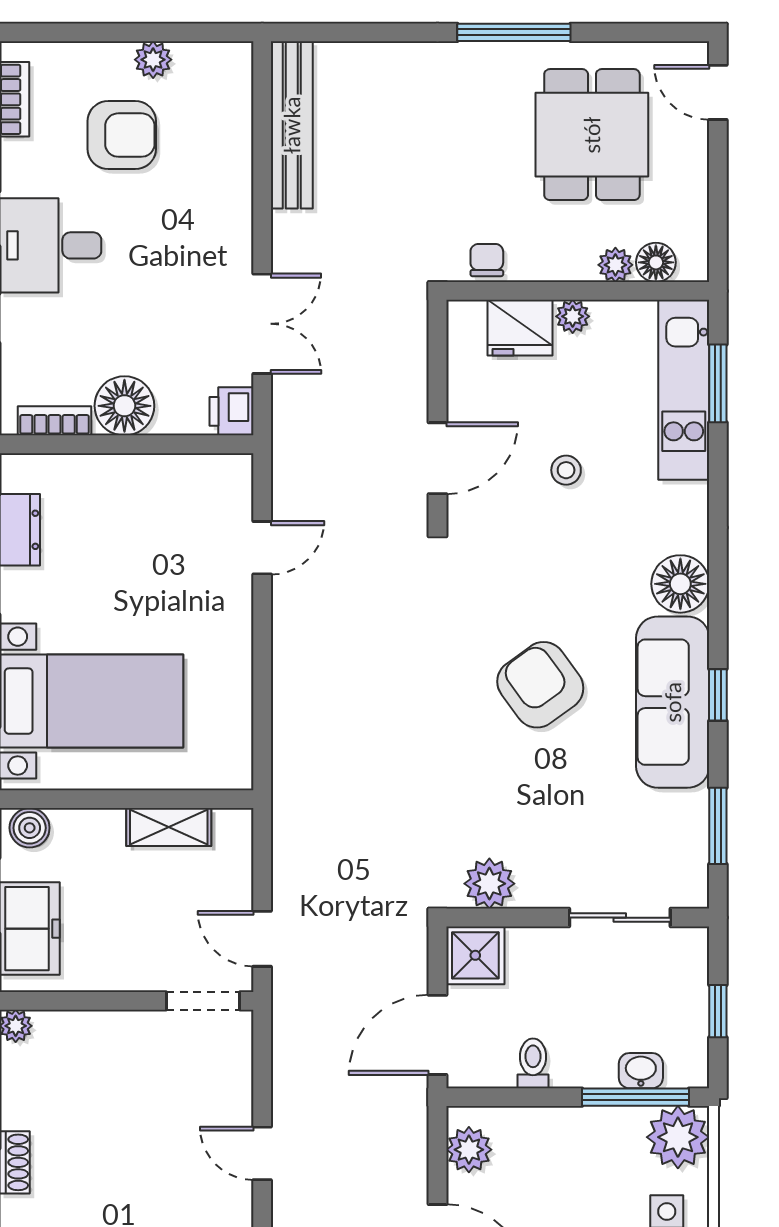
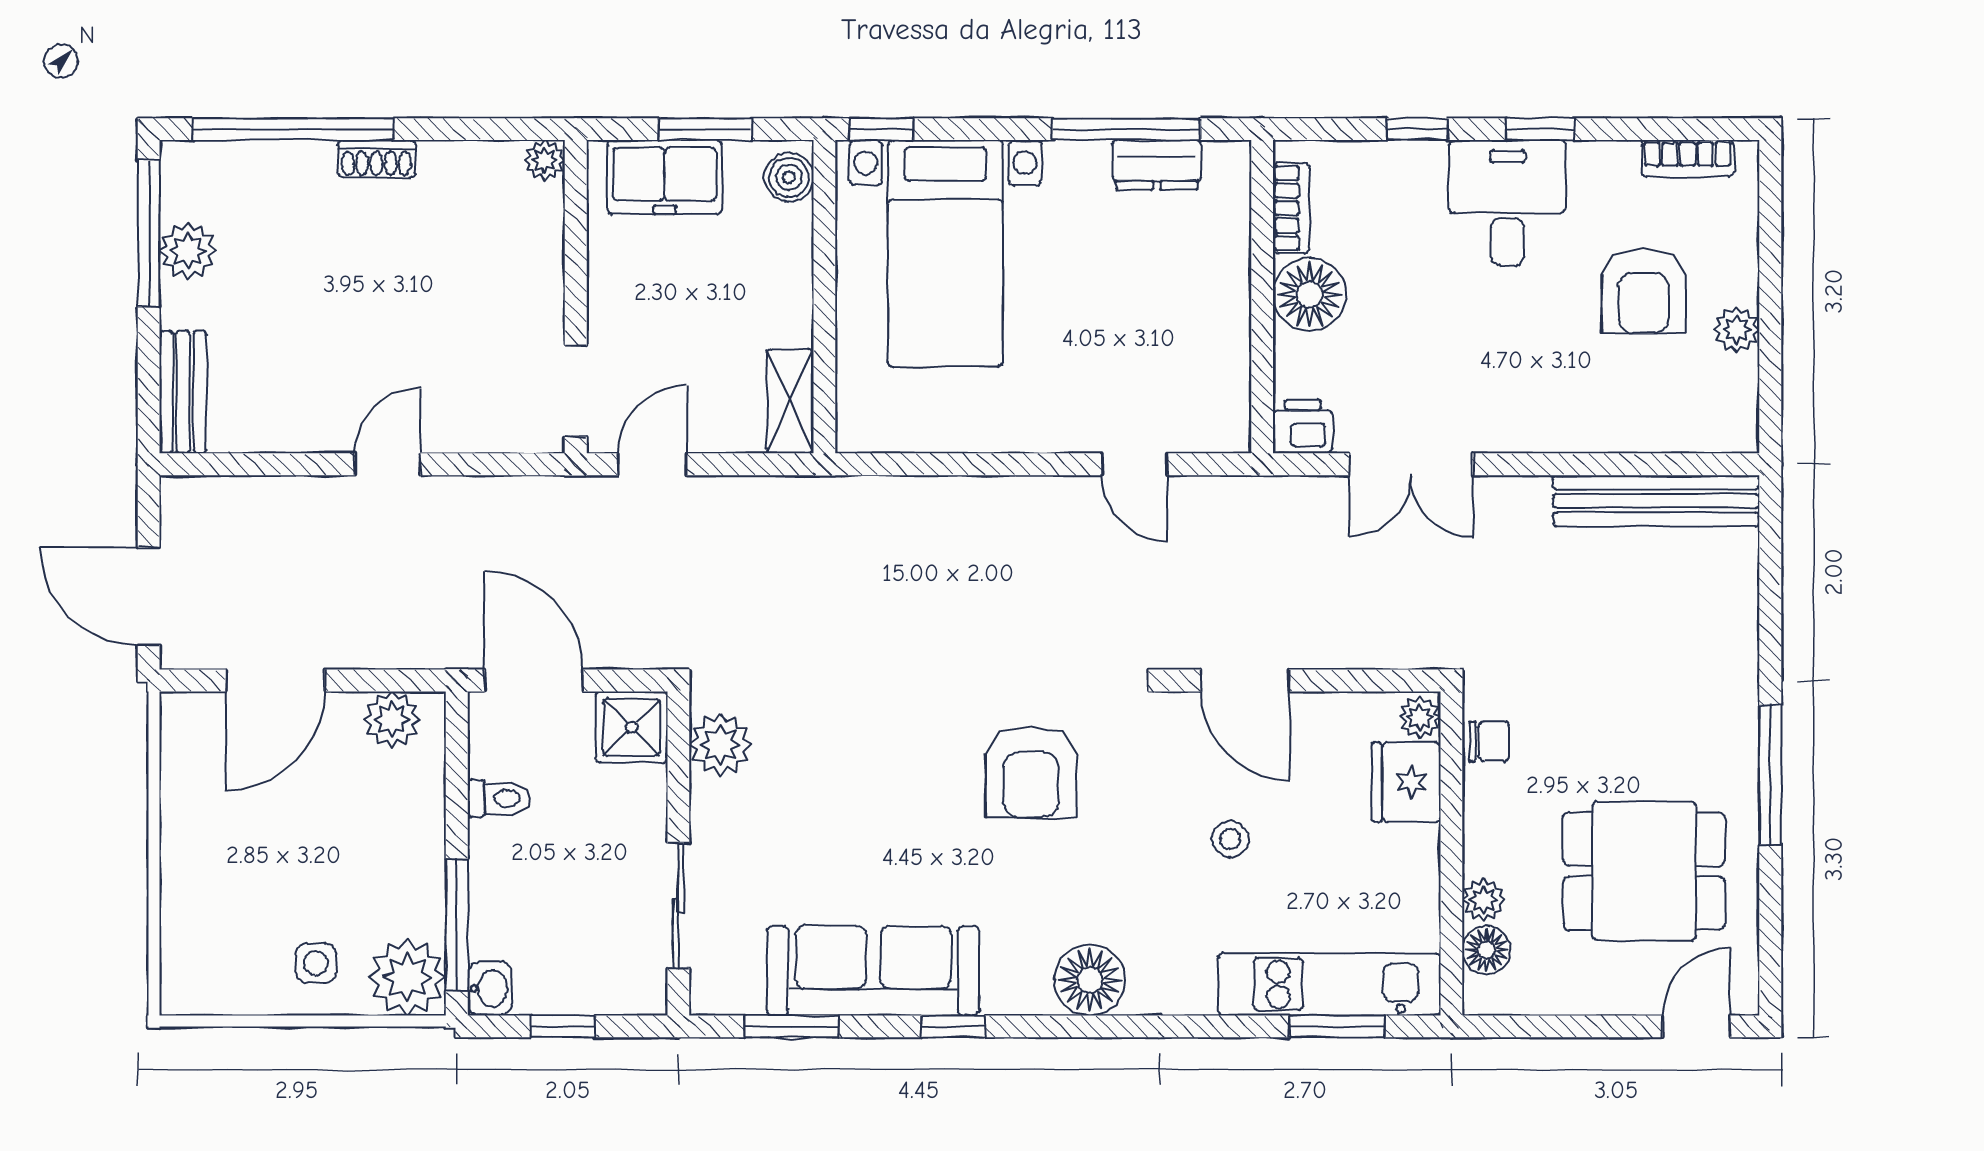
plant: (573, 316) -> (1420, 717), moved
armchair: (540, 685) -> (1031, 772), moved, turned 126
sofa: (673, 702) -> (873, 971), moved
shelving: (169, 827) -> (790, 401), moved
washbasin: (641, 1071) -> (489, 989), moved

